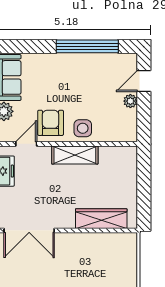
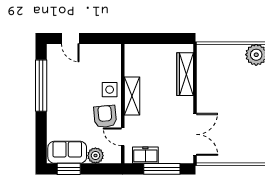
plant: (130, 101) -> (87, 50), removed
armchair: (51, 123) -> (105, 116), turned 85

